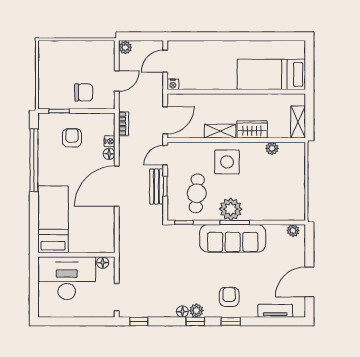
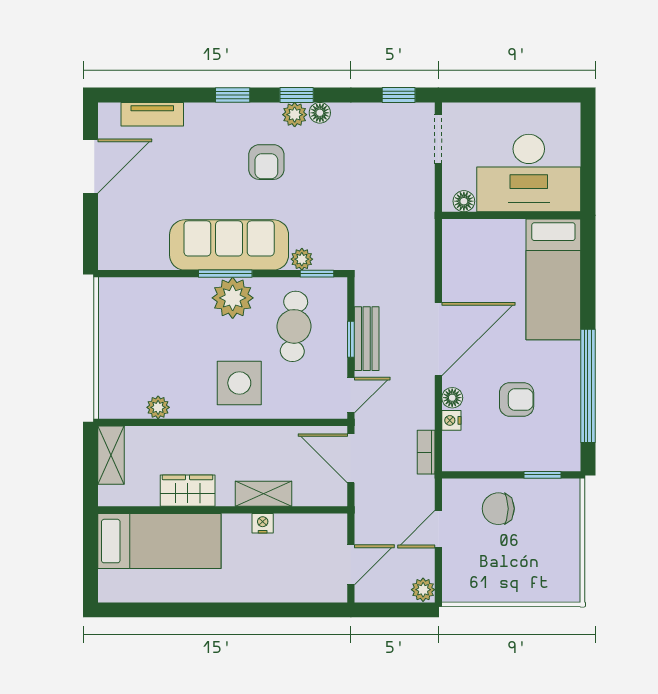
nightstand: (173, 84) -> (263, 523), moved
door: (165, 120) -> (351, 458), hinge flipped
wardrobe: (252, 129) -> (188, 491), moved, turned 180
shelving: (220, 131) -> (263, 494), moved
armchair: (72, 138) -> (517, 399), moved, turned -90
plant: (293, 230) -> (302, 259), moved
armchair: (229, 297) -> (266, 162), moved

